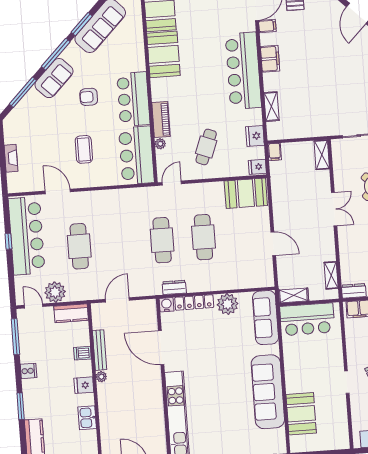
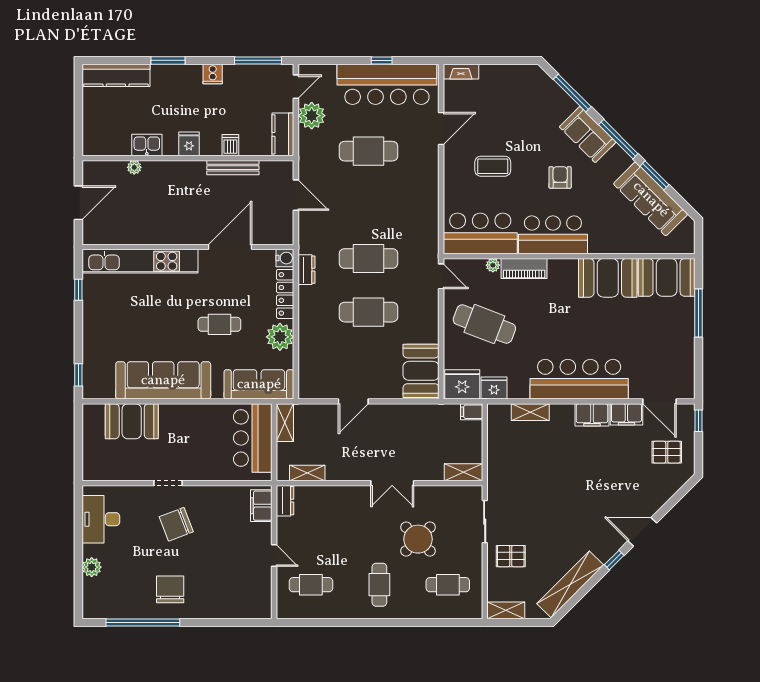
filing cabinet: (267, 26) -> (626, 414), width x2.00
cafe table: (206, 147) -> (484, 324), width x1.37, depth x1.35
fireplace: (11, 158) -> (461, 72), moved
fridge: (257, 167) -> (462, 384), width x1.88, depth x1.34
cafe table: (221, 351) -> (219, 324), added
plant: (101, 377) -> (134, 167), moved

